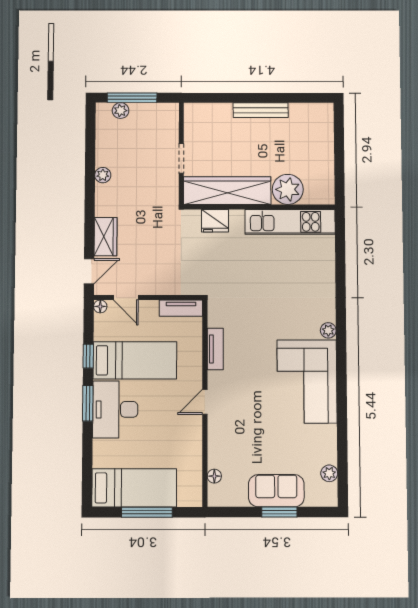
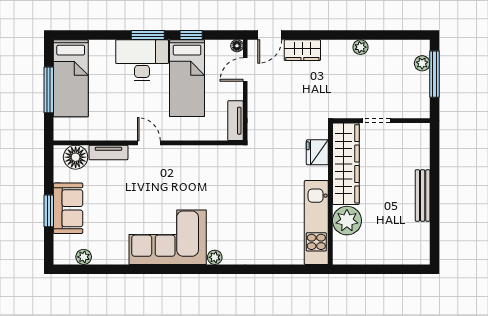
door: (89, 271) -> (270, 35), hinge flipped
tv unit: (215, 349) -> (108, 152), moved
floor lamp: (214, 476) -> (76, 157), width x1.89, depth x1.89

